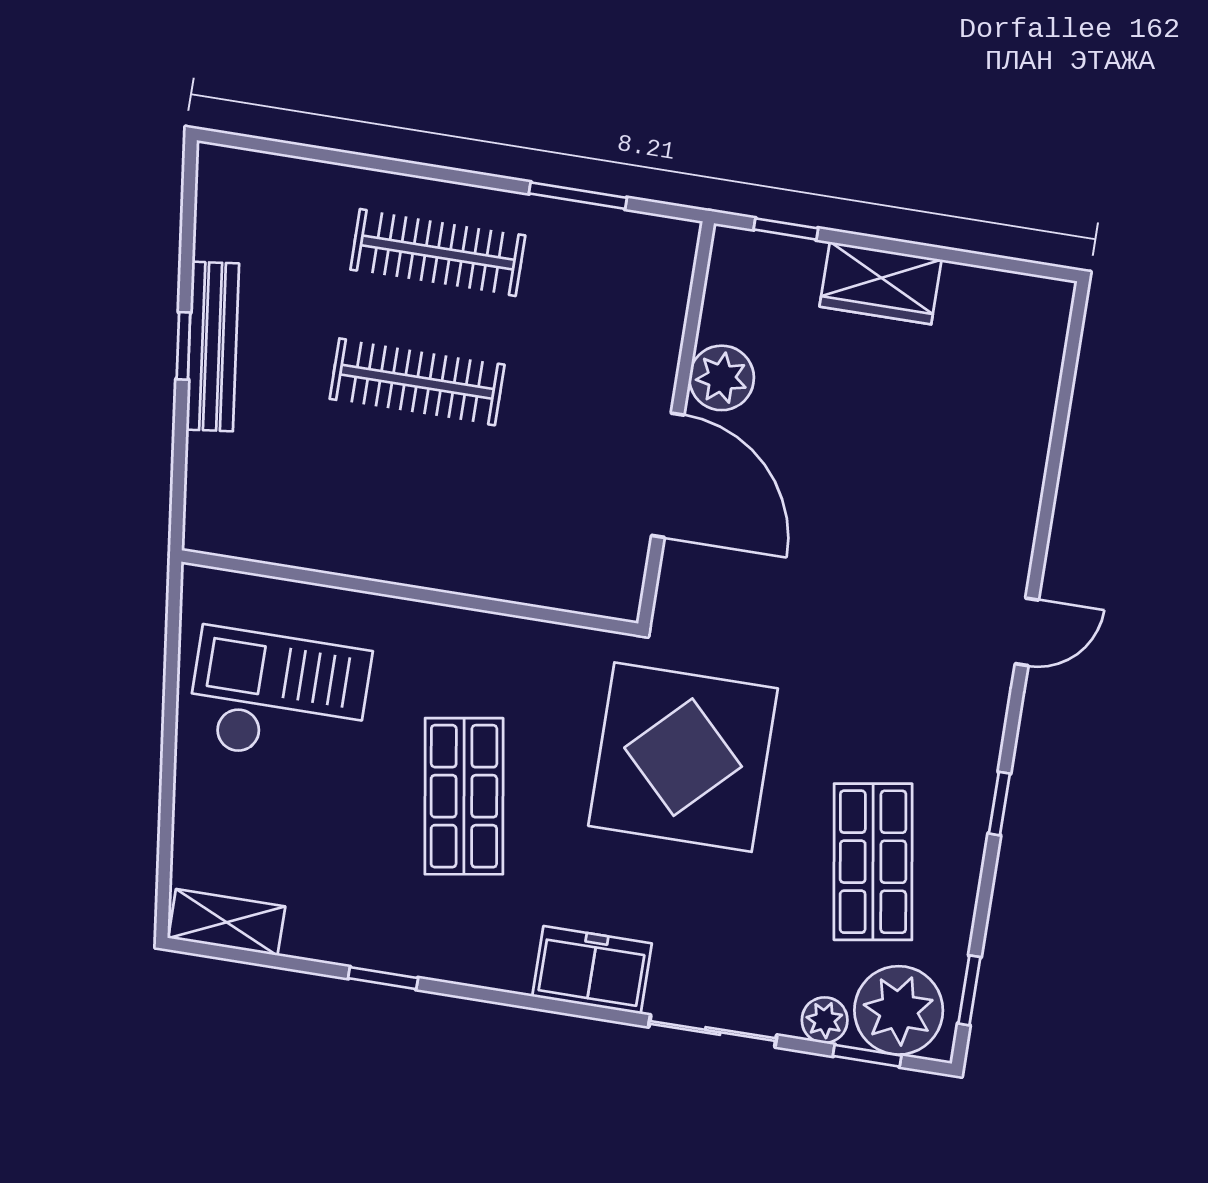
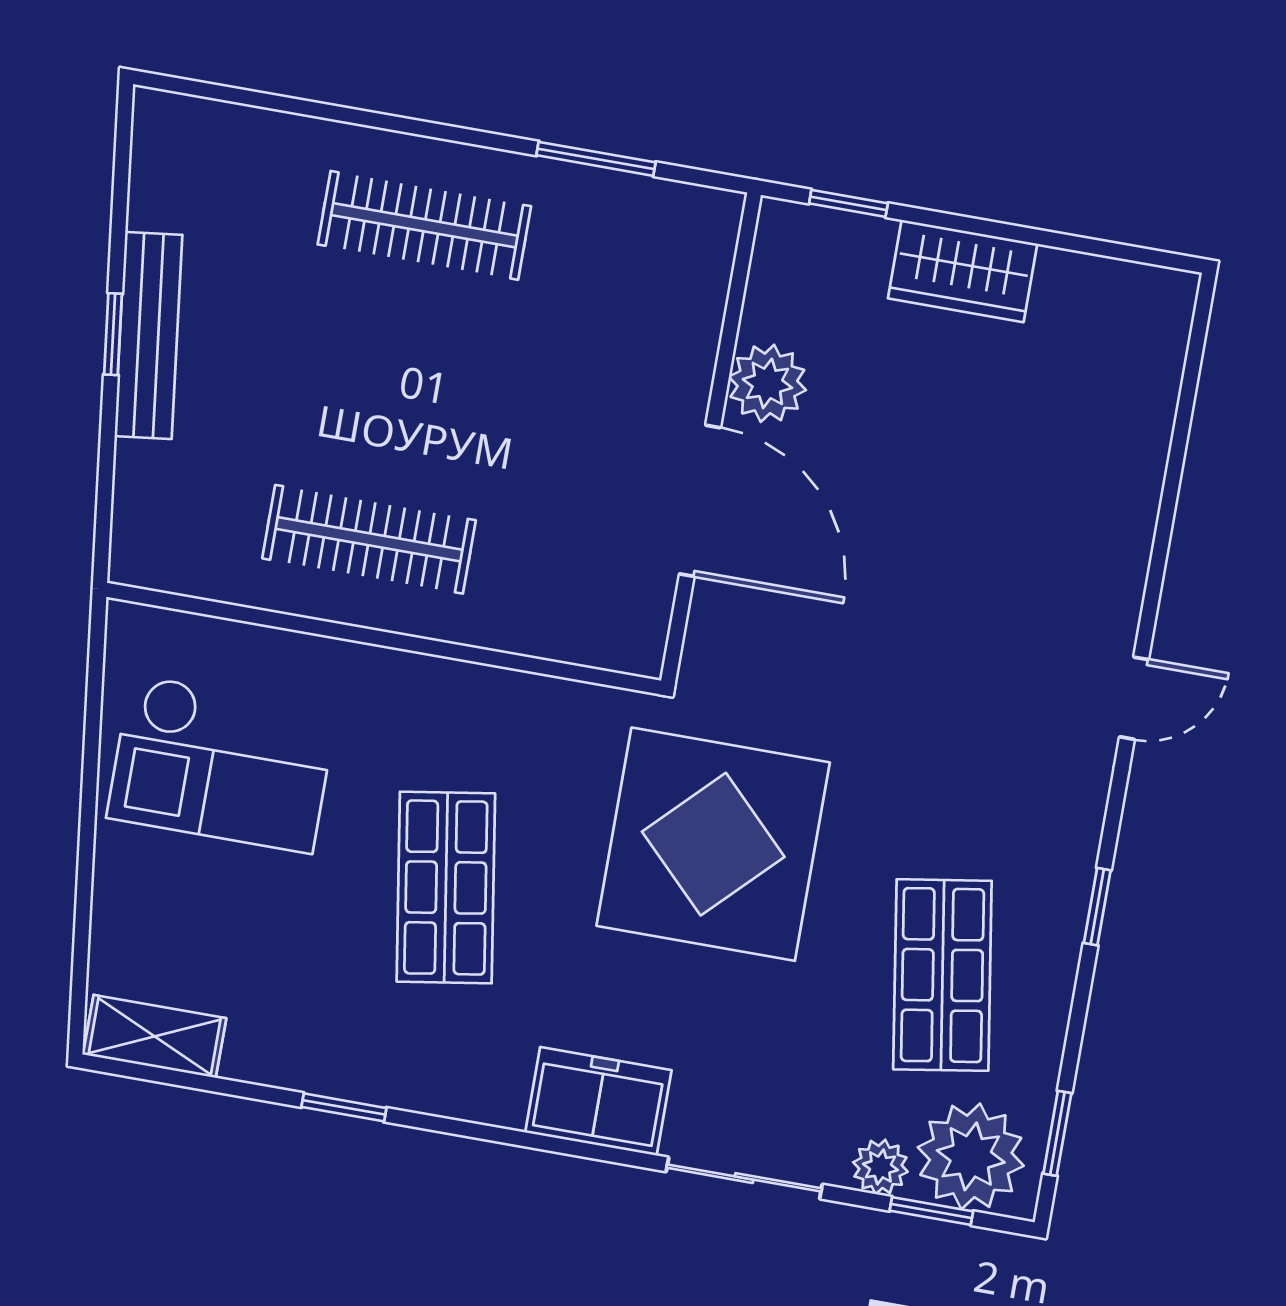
clothes rail: (417, 382) -> (369, 539), moved
checkout: (278, 697) -> (222, 764), turned 180

